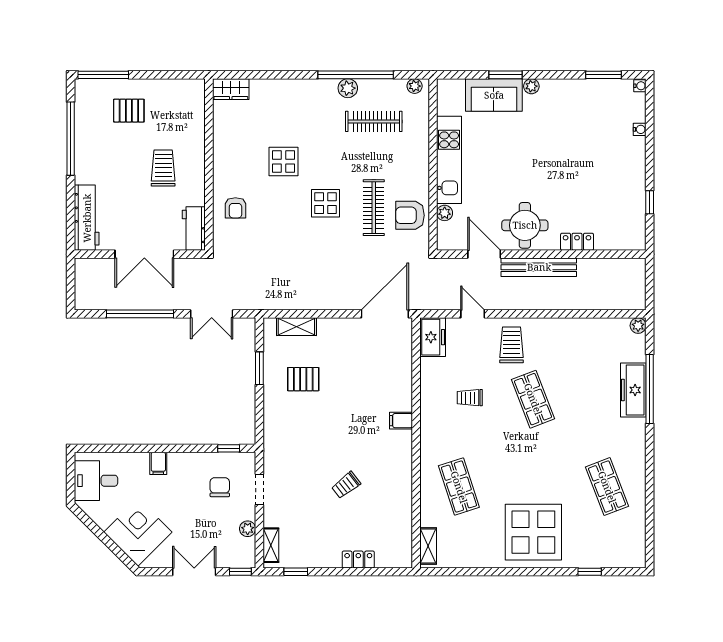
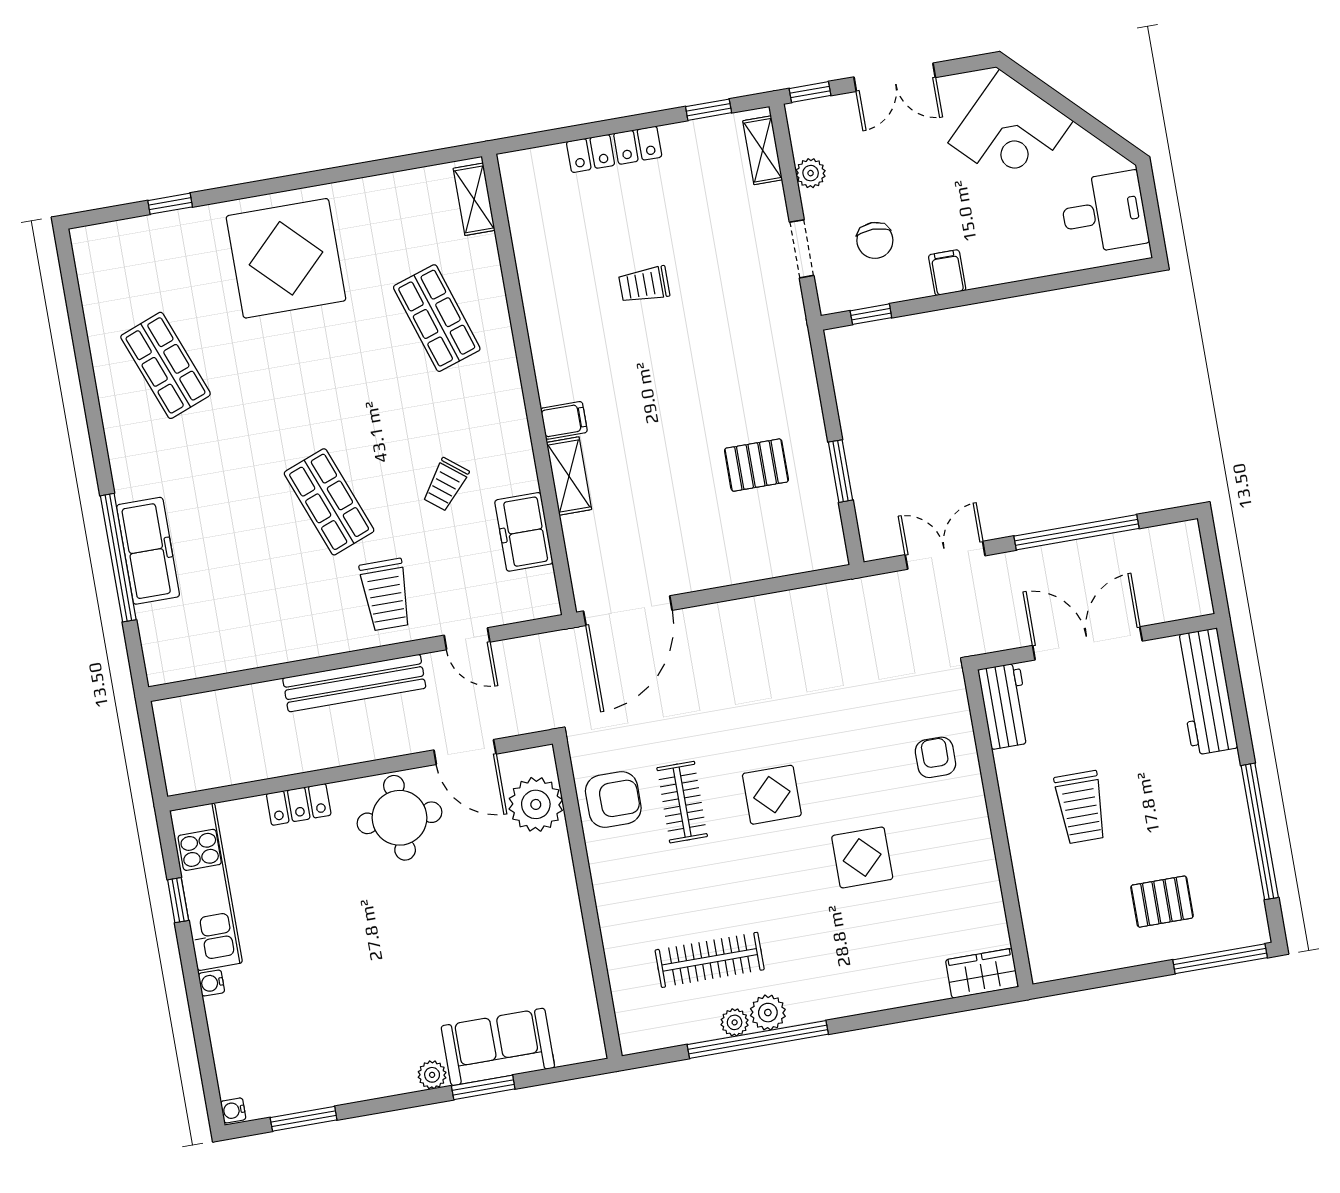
plant: (415, 86) -> (735, 1022), moved
water cooler: (640, 129) -> (211, 983), moved
kitchen unit: (449, 160) -> (206, 887), moved, turned 180
clothes rail: (374, 208) -> (682, 802), width x0.73
plant: (445, 213) -> (536, 804), width x1.88, depth x1.88
bench: (539, 267) -> (354, 683), moved
plant: (638, 326) -> (160, 670), removed
shelving: (296, 327) -> (569, 476), moved, turned 90
freezer: (433, 337) -> (524, 532), moved
trolley: (470, 398) -> (446, 484), turned 128
filing cabinet: (158, 463) -> (947, 273), moved
trolley: (346, 485) -> (644, 285), turned -142
locker: (358, 559) -> (614, 149), width x1.53

